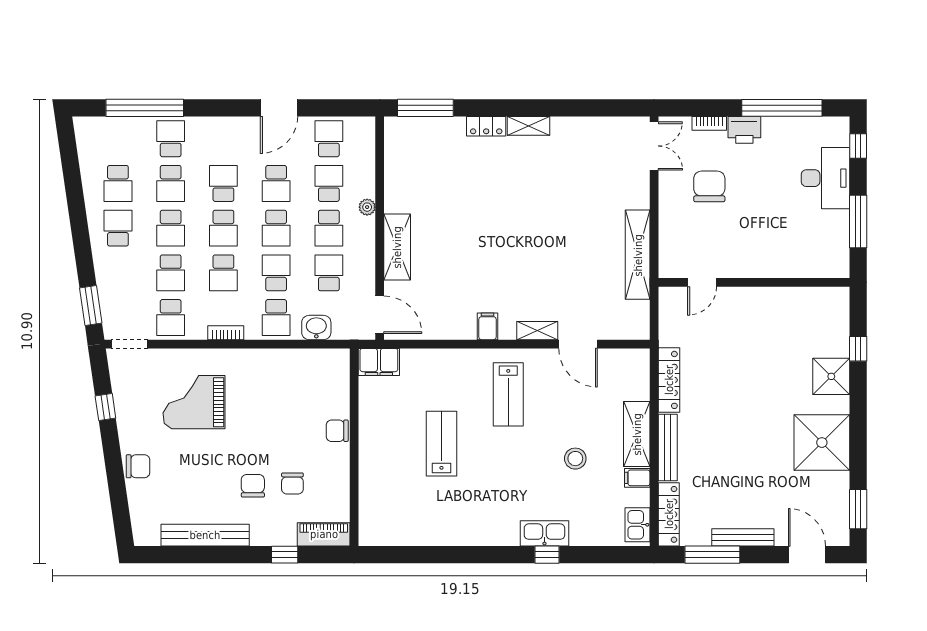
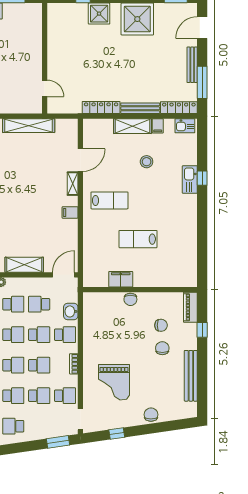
school desk: (276, 273) -> (39, 335), turned 180
filing cabinet: (379, 362) -> (121, 279), moved, turned -90
chair: (253, 486) -> (162, 348), turned 90

